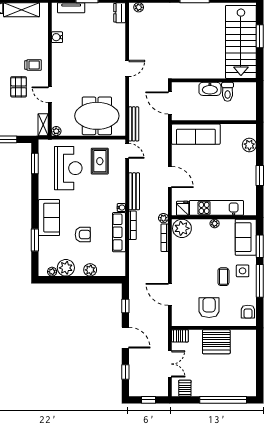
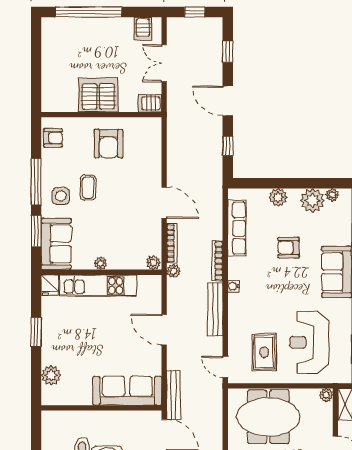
bench: (134, 124) -> (174, 395), moved
fridge: (183, 208) -> (50, 285), moved
plant: (182, 228) -> (153, 263), width x0.53, depth x0.53
row of seats: (119, 232) -> (237, 228), moved
door: (170, 294) -> (164, 203), moved
armchair: (248, 312) -> (53, 138), turned 90

